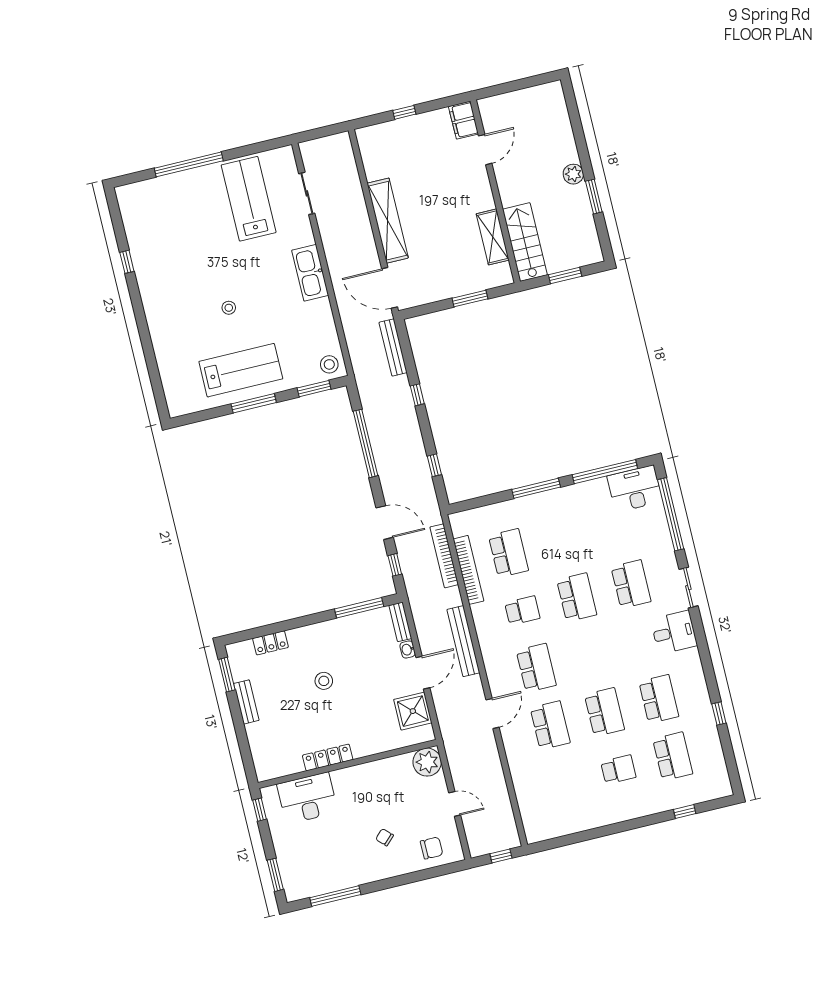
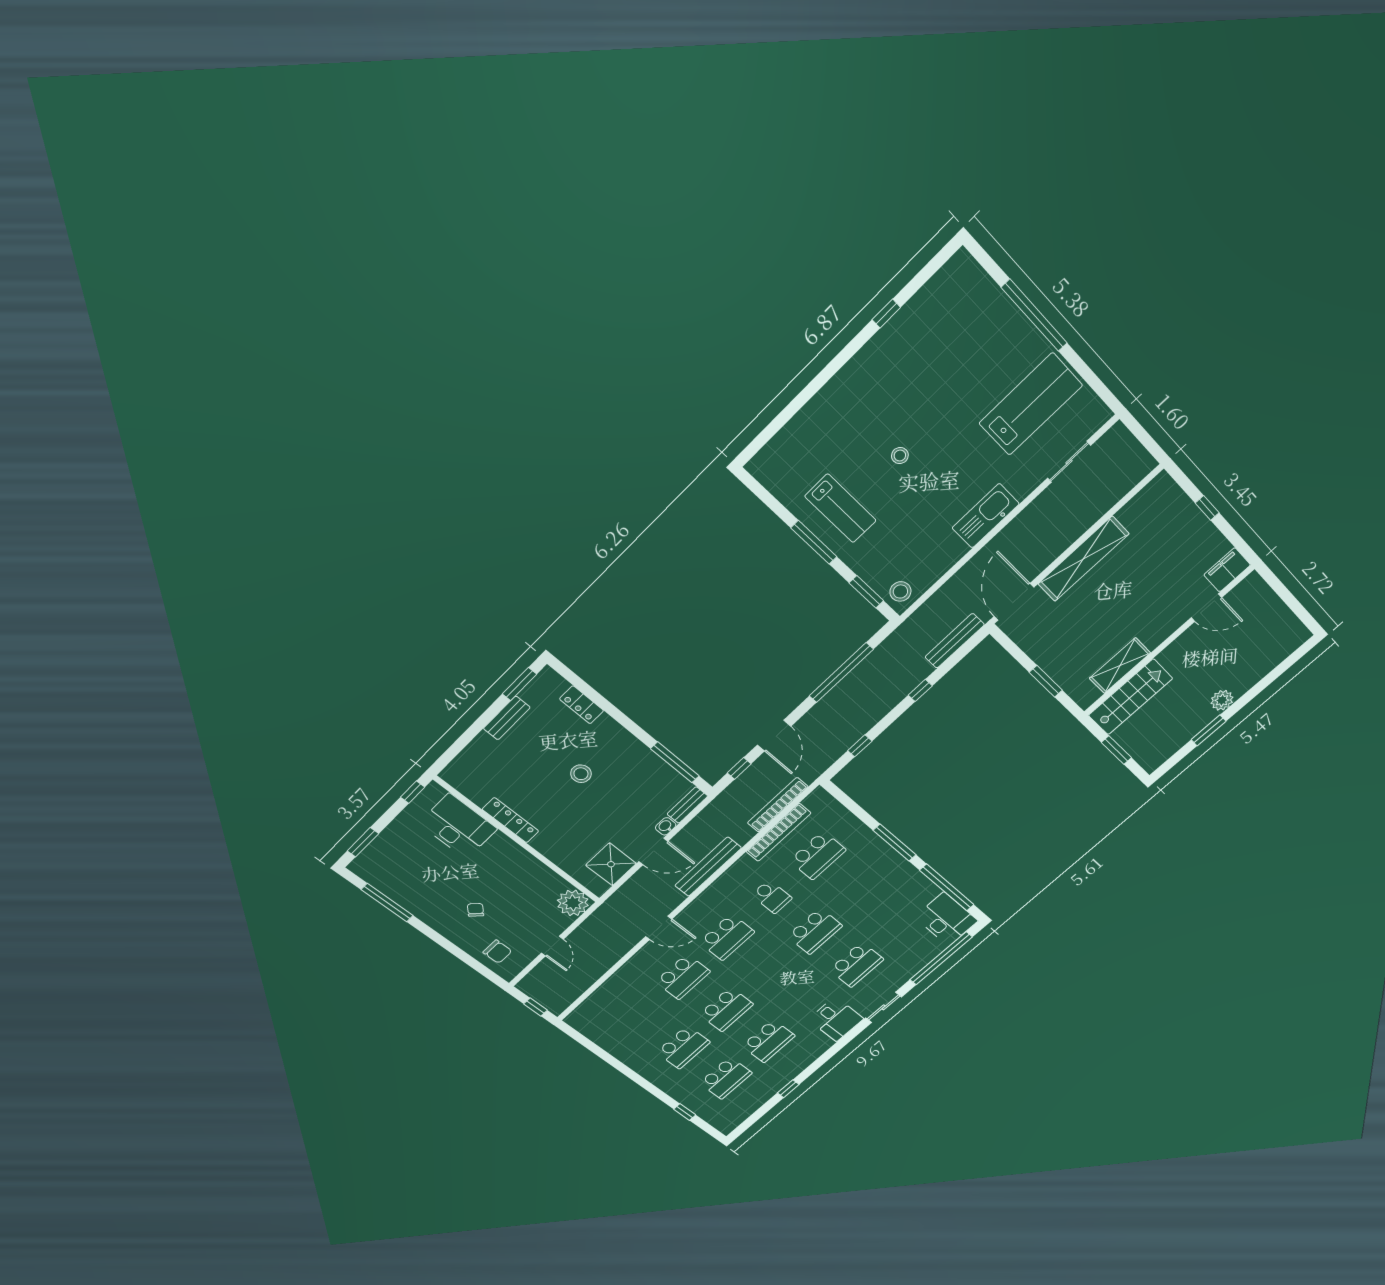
lab bench: (241, 370) -> (841, 508), width x0.73, depth x0.72
school desk: (618, 770) -> (683, 1047), width x1.85

